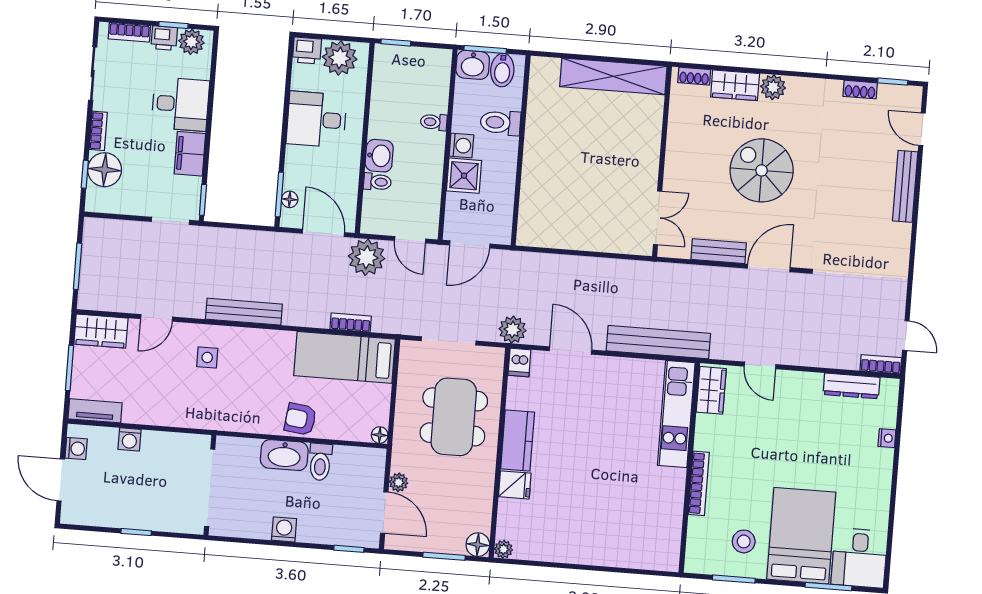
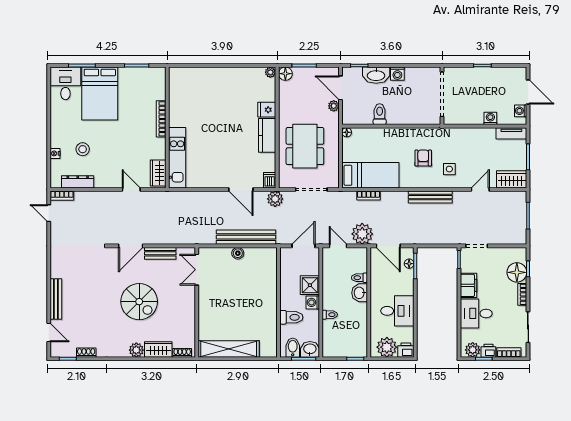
boiler: (584, 241) -> (238, 253), added
bench: (658, 342) -> (246, 237), moved
armchair: (300, 419) -> (423, 158), moved, turned -97
washbasin: (284, 455) -> (376, 75), moved, turned 180
stool: (744, 541) -> (83, 149), moved

